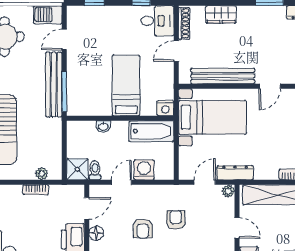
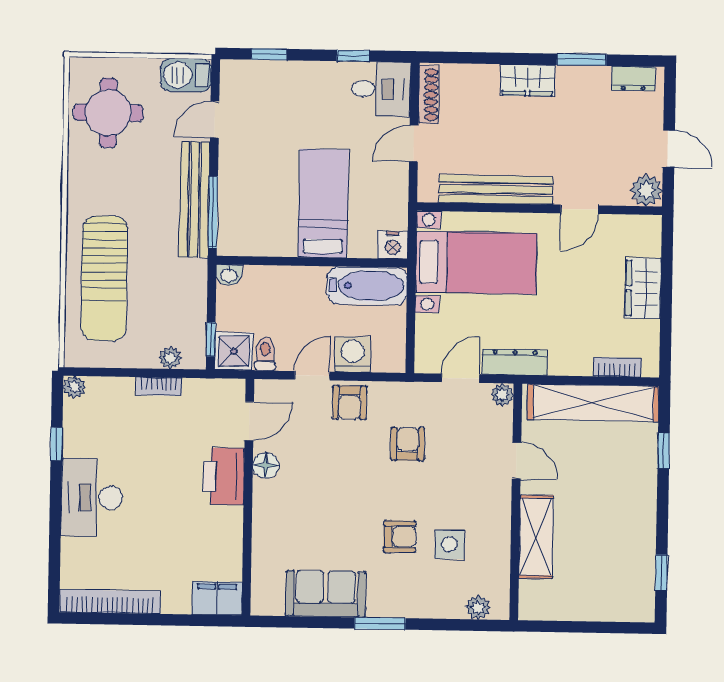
wardrobe: (221, 14) -> (528, 80), moved
washbasin: (103, 127) -> (229, 275), moved
window: (64, 163) -> (211, 339), added
armchair: (143, 228) -> (349, 403), moved

